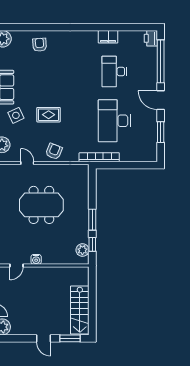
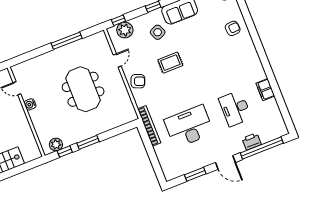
printer: (151, 38) -> (252, 141), moved
desk: (114, 72) -> (235, 108), turned -90
door: (161, 100) -> (225, 162), swing flipped
rug: (49, 115) -> (170, 63), turned 90

